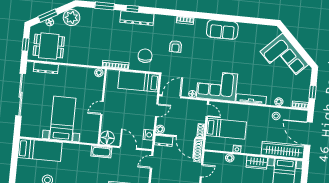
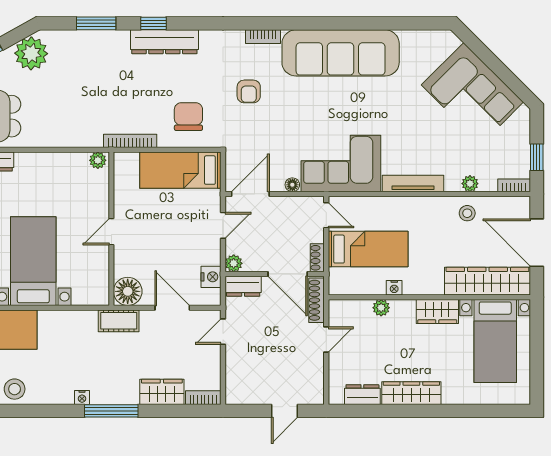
sofa: (222, 30) -> (341, 53), width x1.85, depth x1.27

